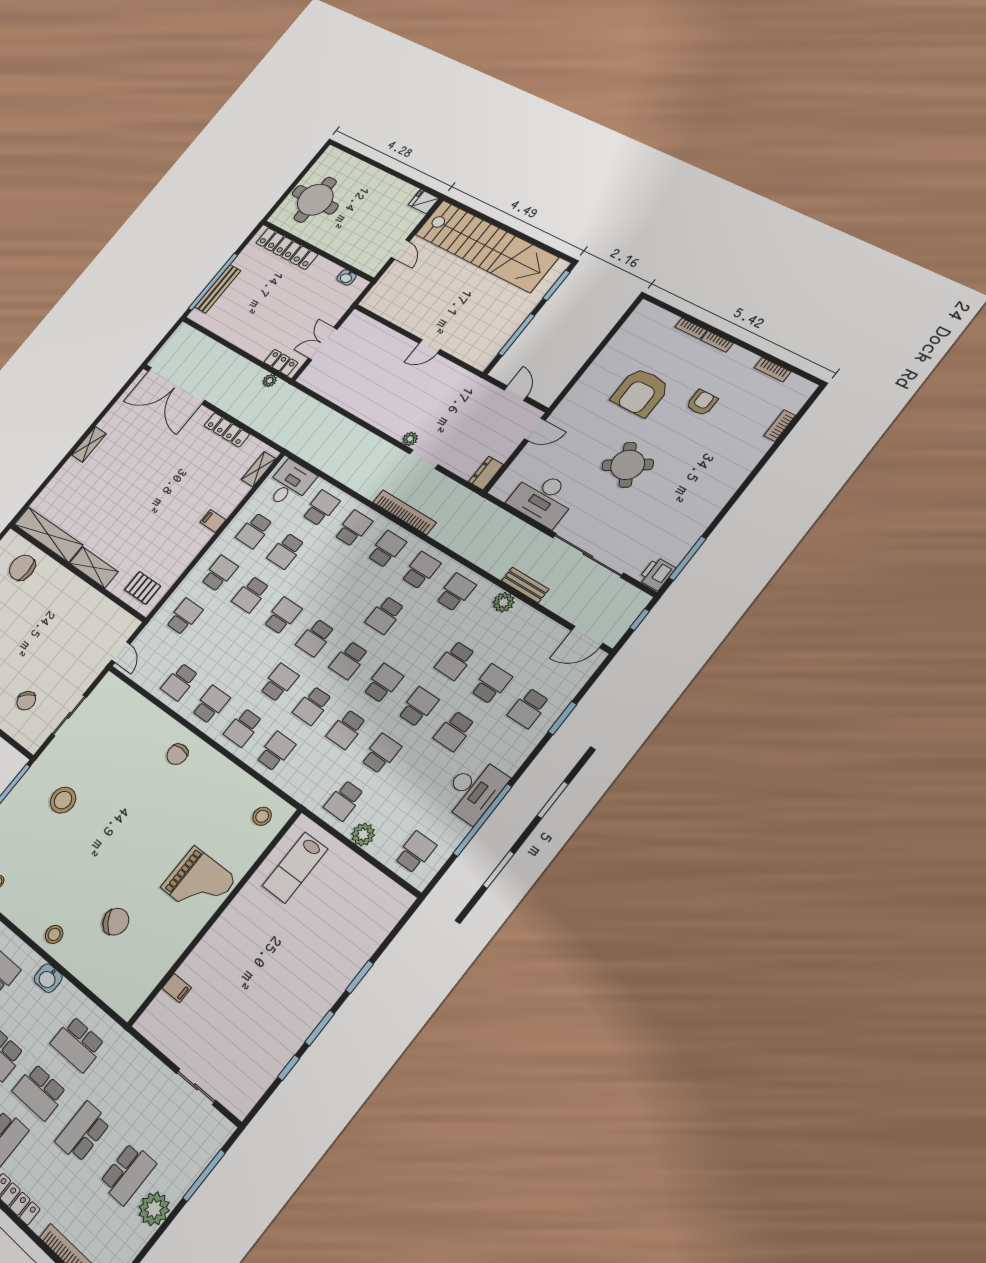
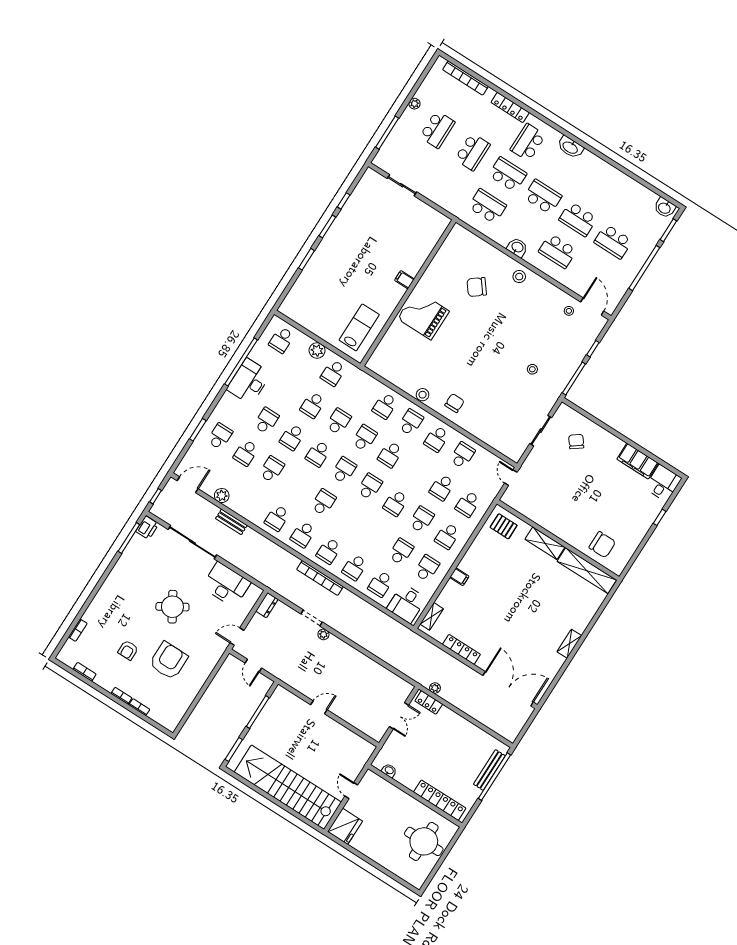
fridge: (424, 202) -> (345, 826), width x1.88, depth x1.34
plant: (504, 602) -> (222, 496), moved
school desk: (215, 638) -> (442, 487), added
stool: (63, 800) -> (532, 369), width x0.53, depth x0.53
school desk: (344, 800) -> (333, 373), turned 180
stool: (262, 816) -> (423, 395), moved
filing cabinet: (177, 988) -> (404, 280), moved
school desk: (128, 1173) -> (437, 129), turned 180
plant: (154, 1209) -> (414, 104), width x0.53, depth x0.53

